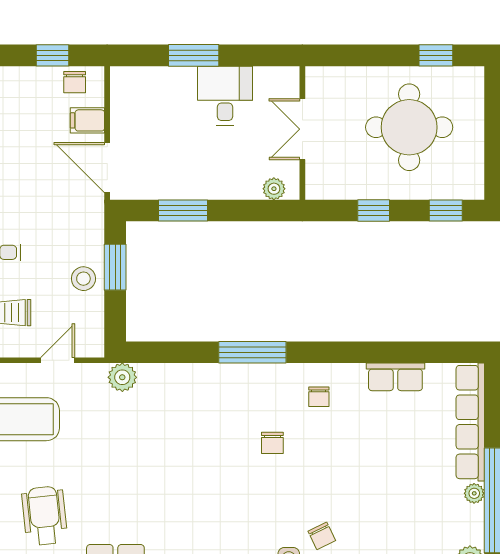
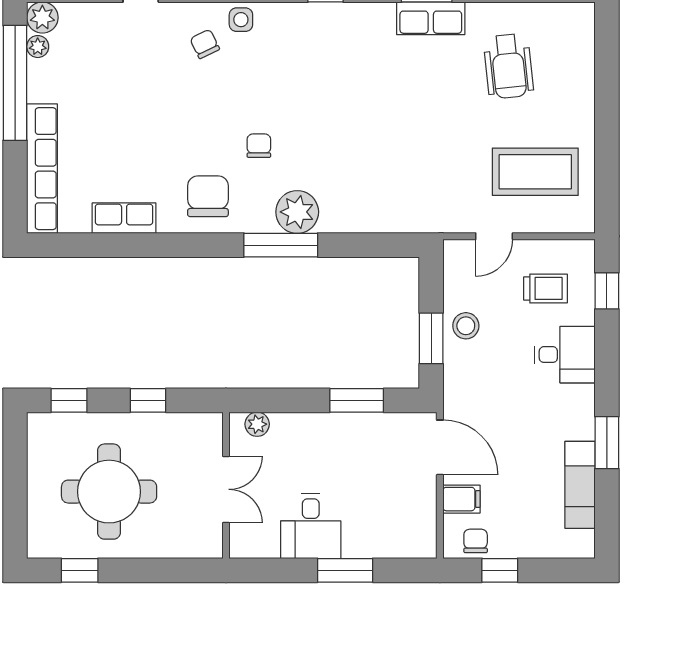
plant: (122, 377) -> (297, 212), moved, width x1.36, depth x1.36
chair: (319, 397) -> (208, 196), width x1.87, depth x1.87
plant: (474, 493) -> (38, 47), moved

